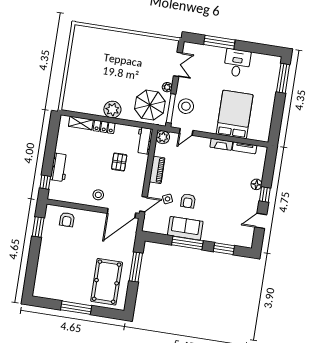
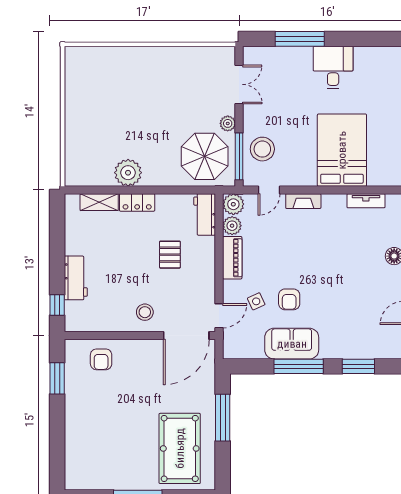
plant: (112, 110) -> (128, 173), moved
fireplace: (221, 144) -> (303, 201), moved
plant: (160, 150) -> (232, 226), added

